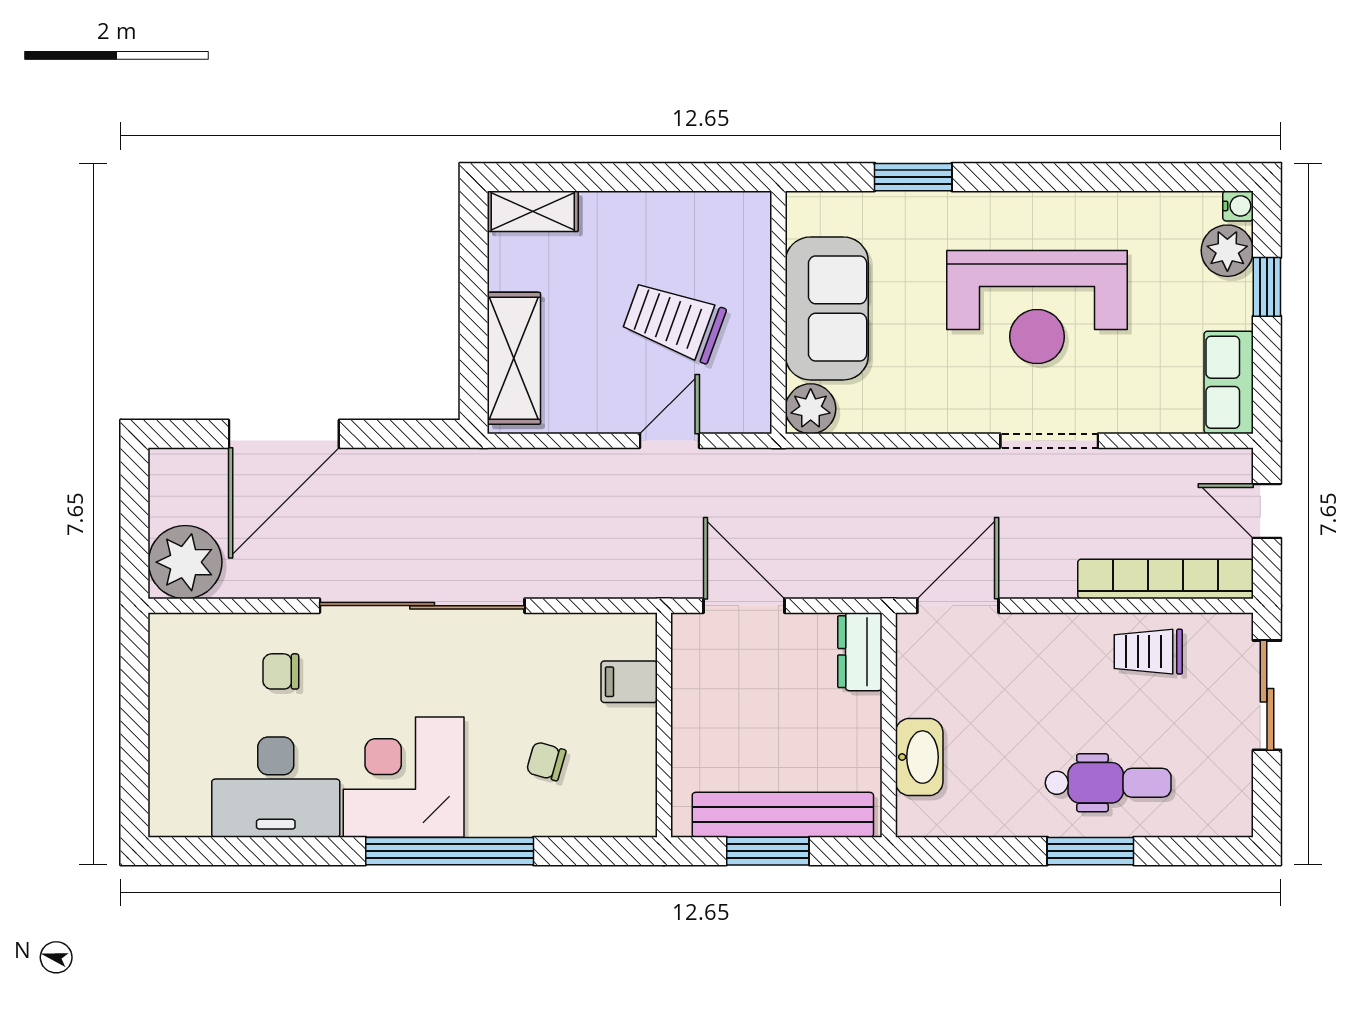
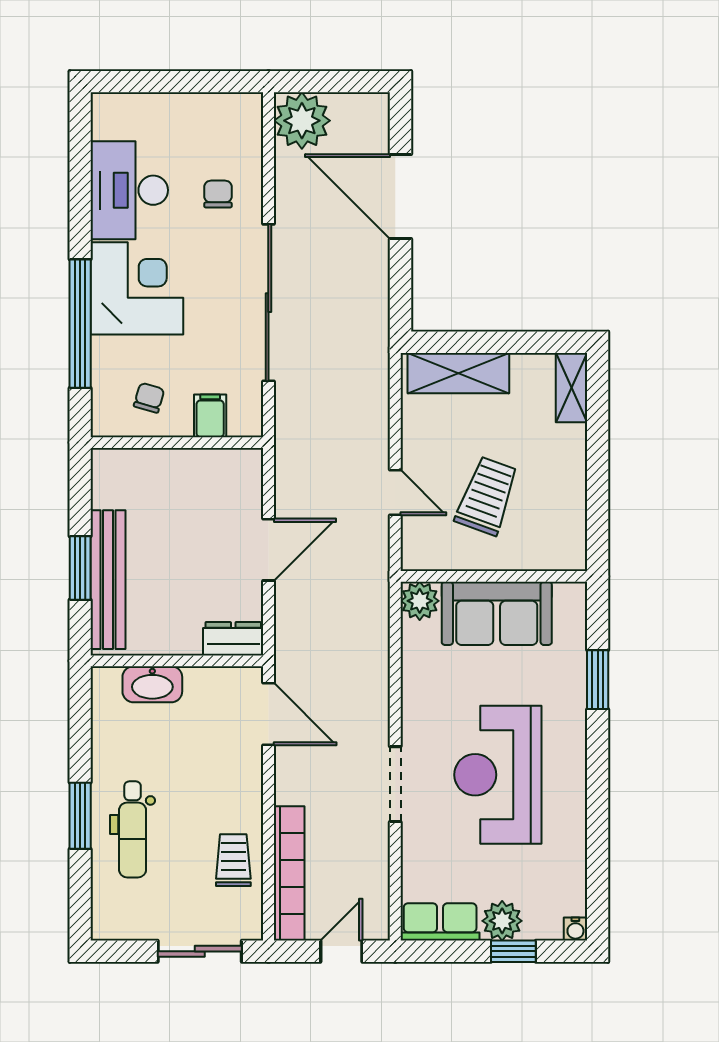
plant: (1227, 251) -> (502, 921), moved
filing cabinet: (629, 682) -> (210, 416), moved
wall: (664, 725) -> (177, 443), moved

